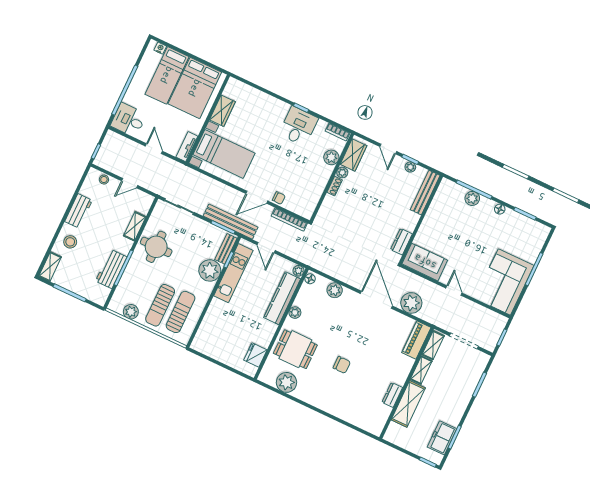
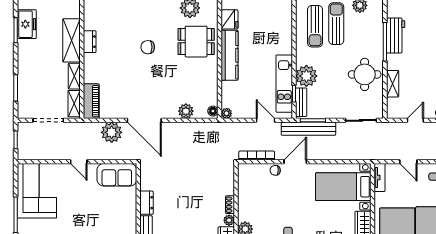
dresser: (401, 242) -> (147, 203), moved
kitchen counter: (282, 298) -> (230, 55), moved
plant: (295, 313) -> (212, 74), removed

